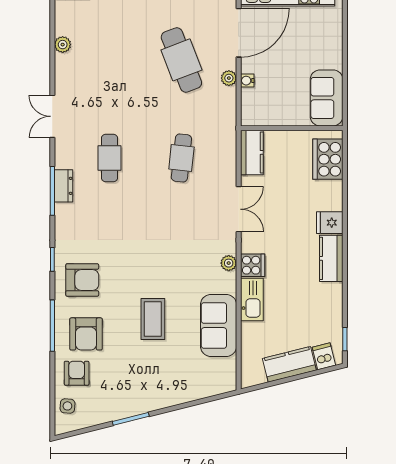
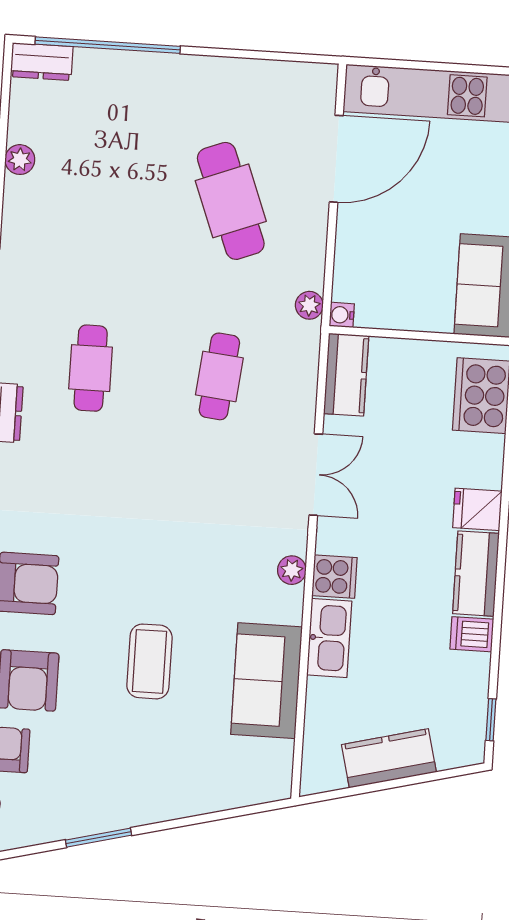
plant: (229, 78) -> (309, 305), moved
water cooler: (247, 81) -> (342, 315), moved
dishwasher: (324, 356) -> (472, 634), moved, turned -76

